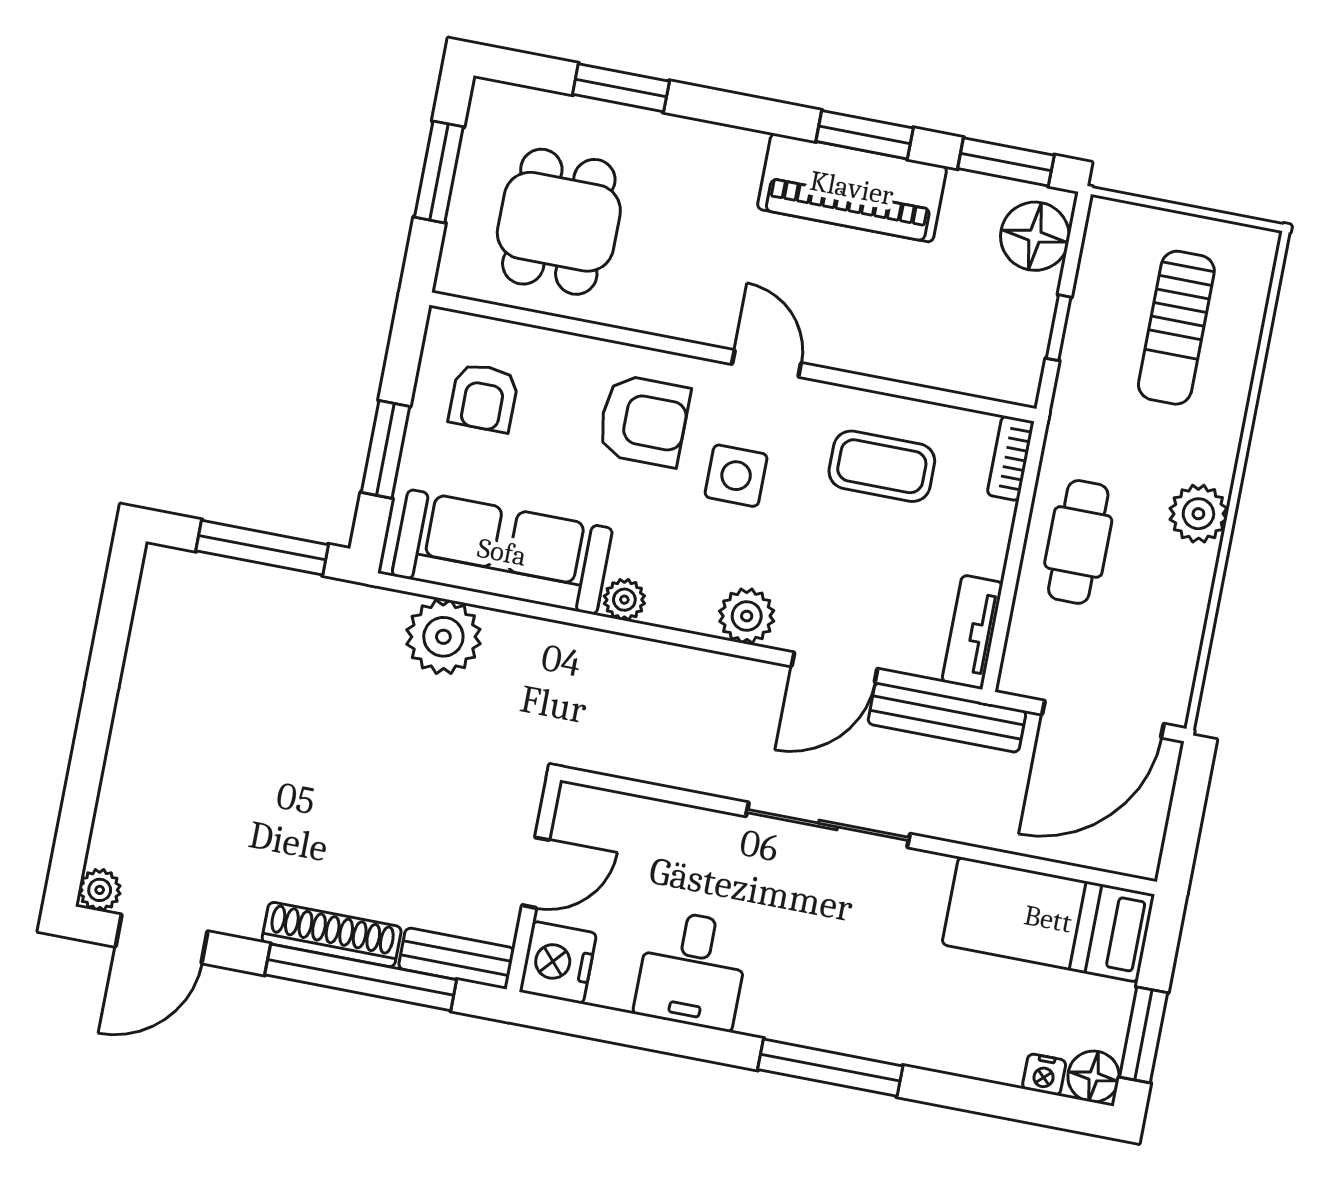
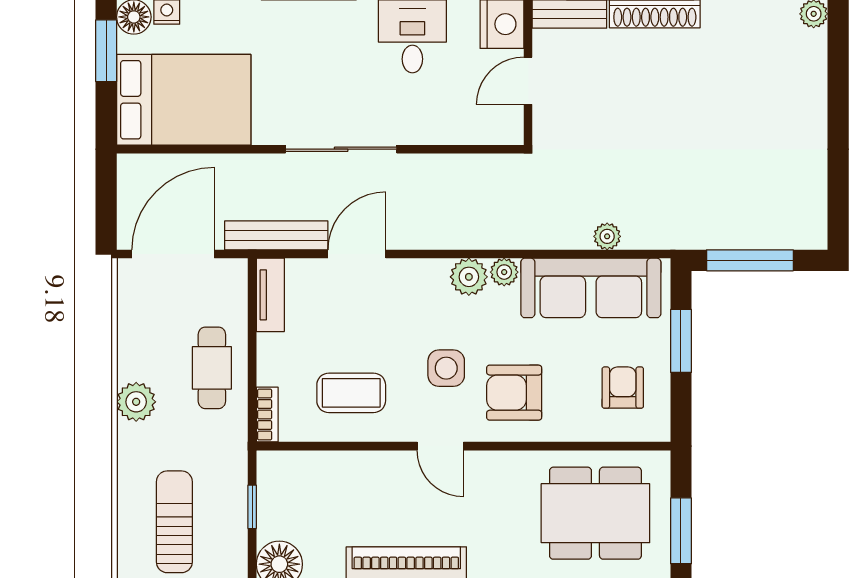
dining table: (559, 222) -> (595, 513), width x1.38
plant: (747, 616) -> (469, 277), moved
plant: (443, 637) -> (607, 236), width x0.53, depth x0.53
bed: (1048, 919) -> (184, 100), width x1.50

